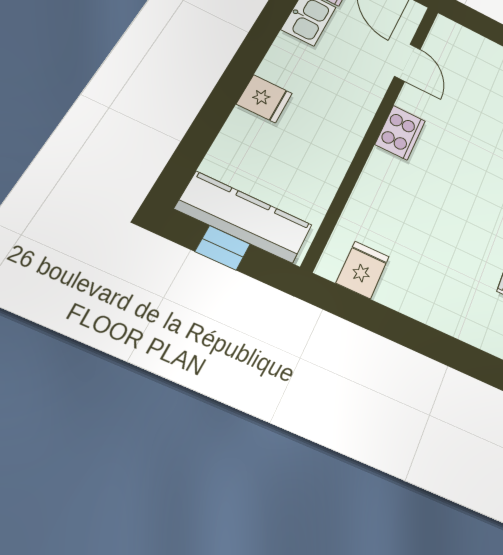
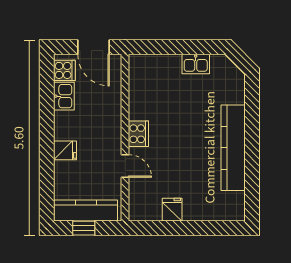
door: (407, 63) -> (125, 166), moved
fridge: (363, 270) -> (172, 210), moved

